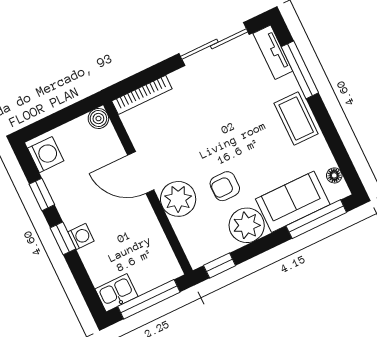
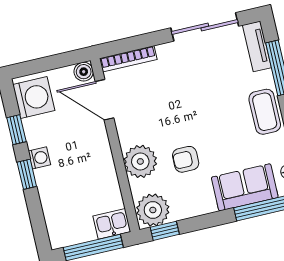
washing machine: (46, 155) -> (34, 97), width x1.37, depth x1.37
door: (141, 172) -> (105, 100), moved
plant: (247, 225) -> (153, 210), moved
washing machine: (81, 236) -> (39, 158), moved
kitchen sink: (116, 293) -> (112, 224), moved

